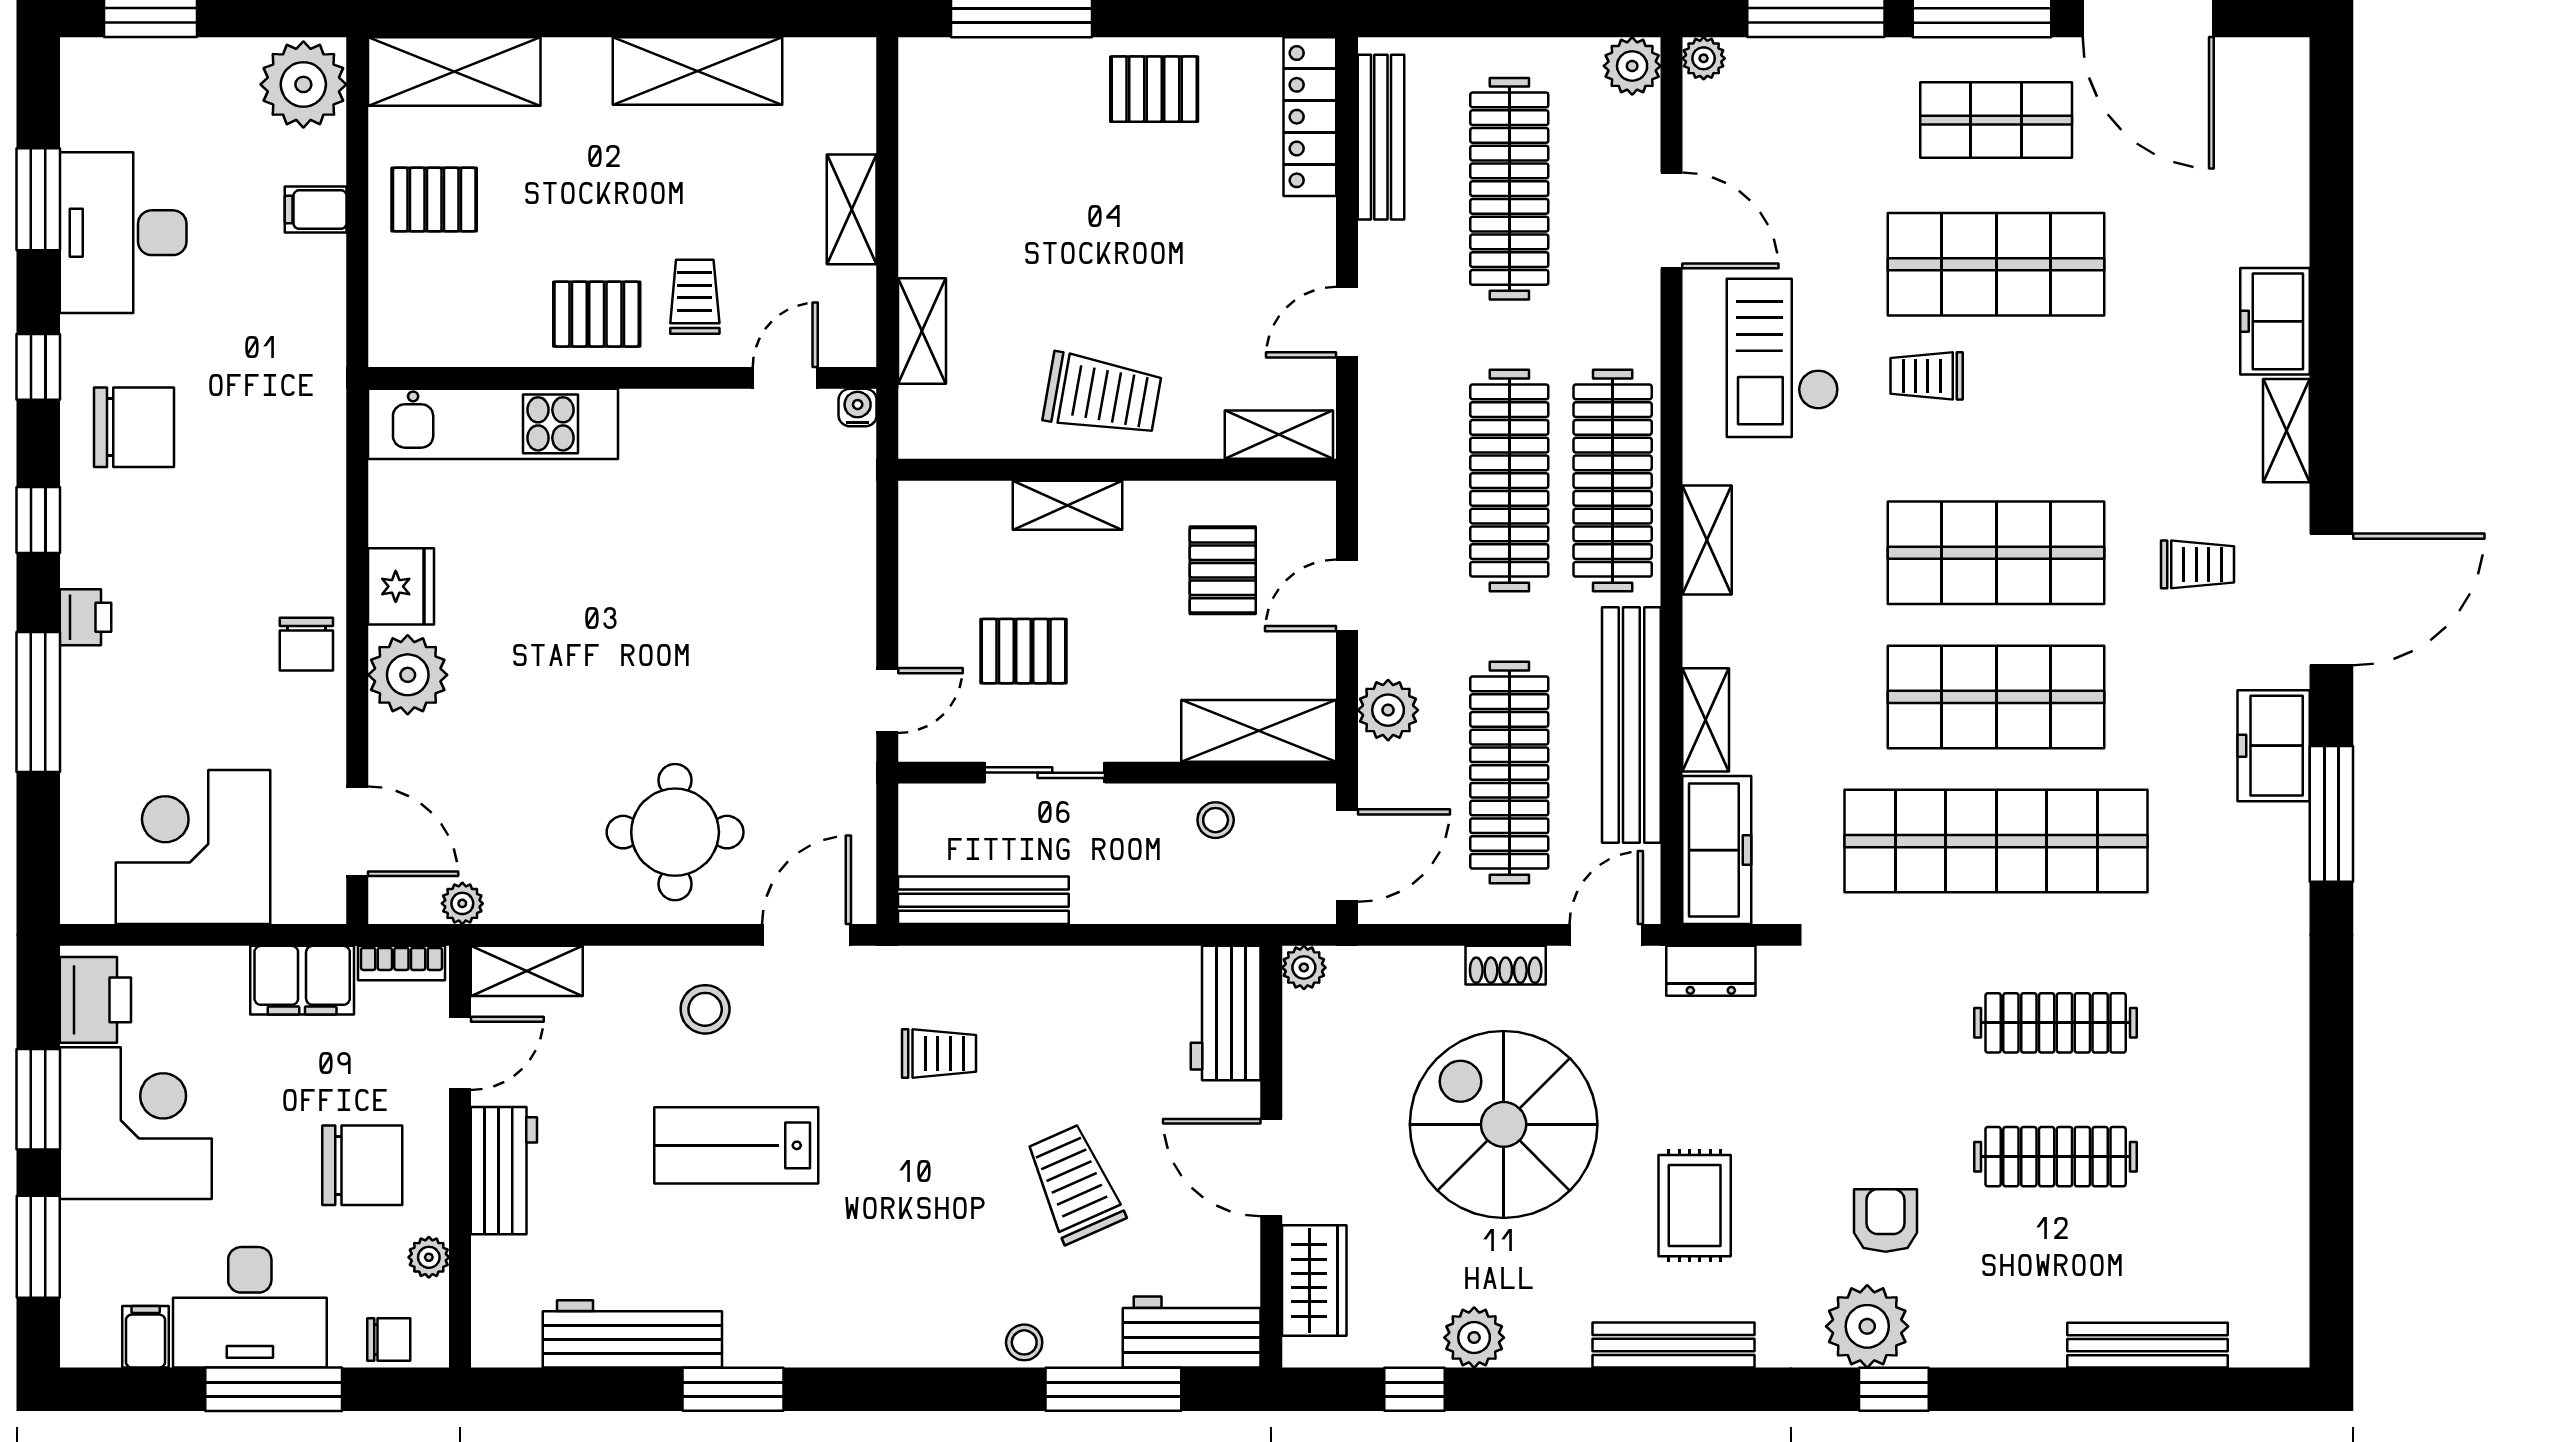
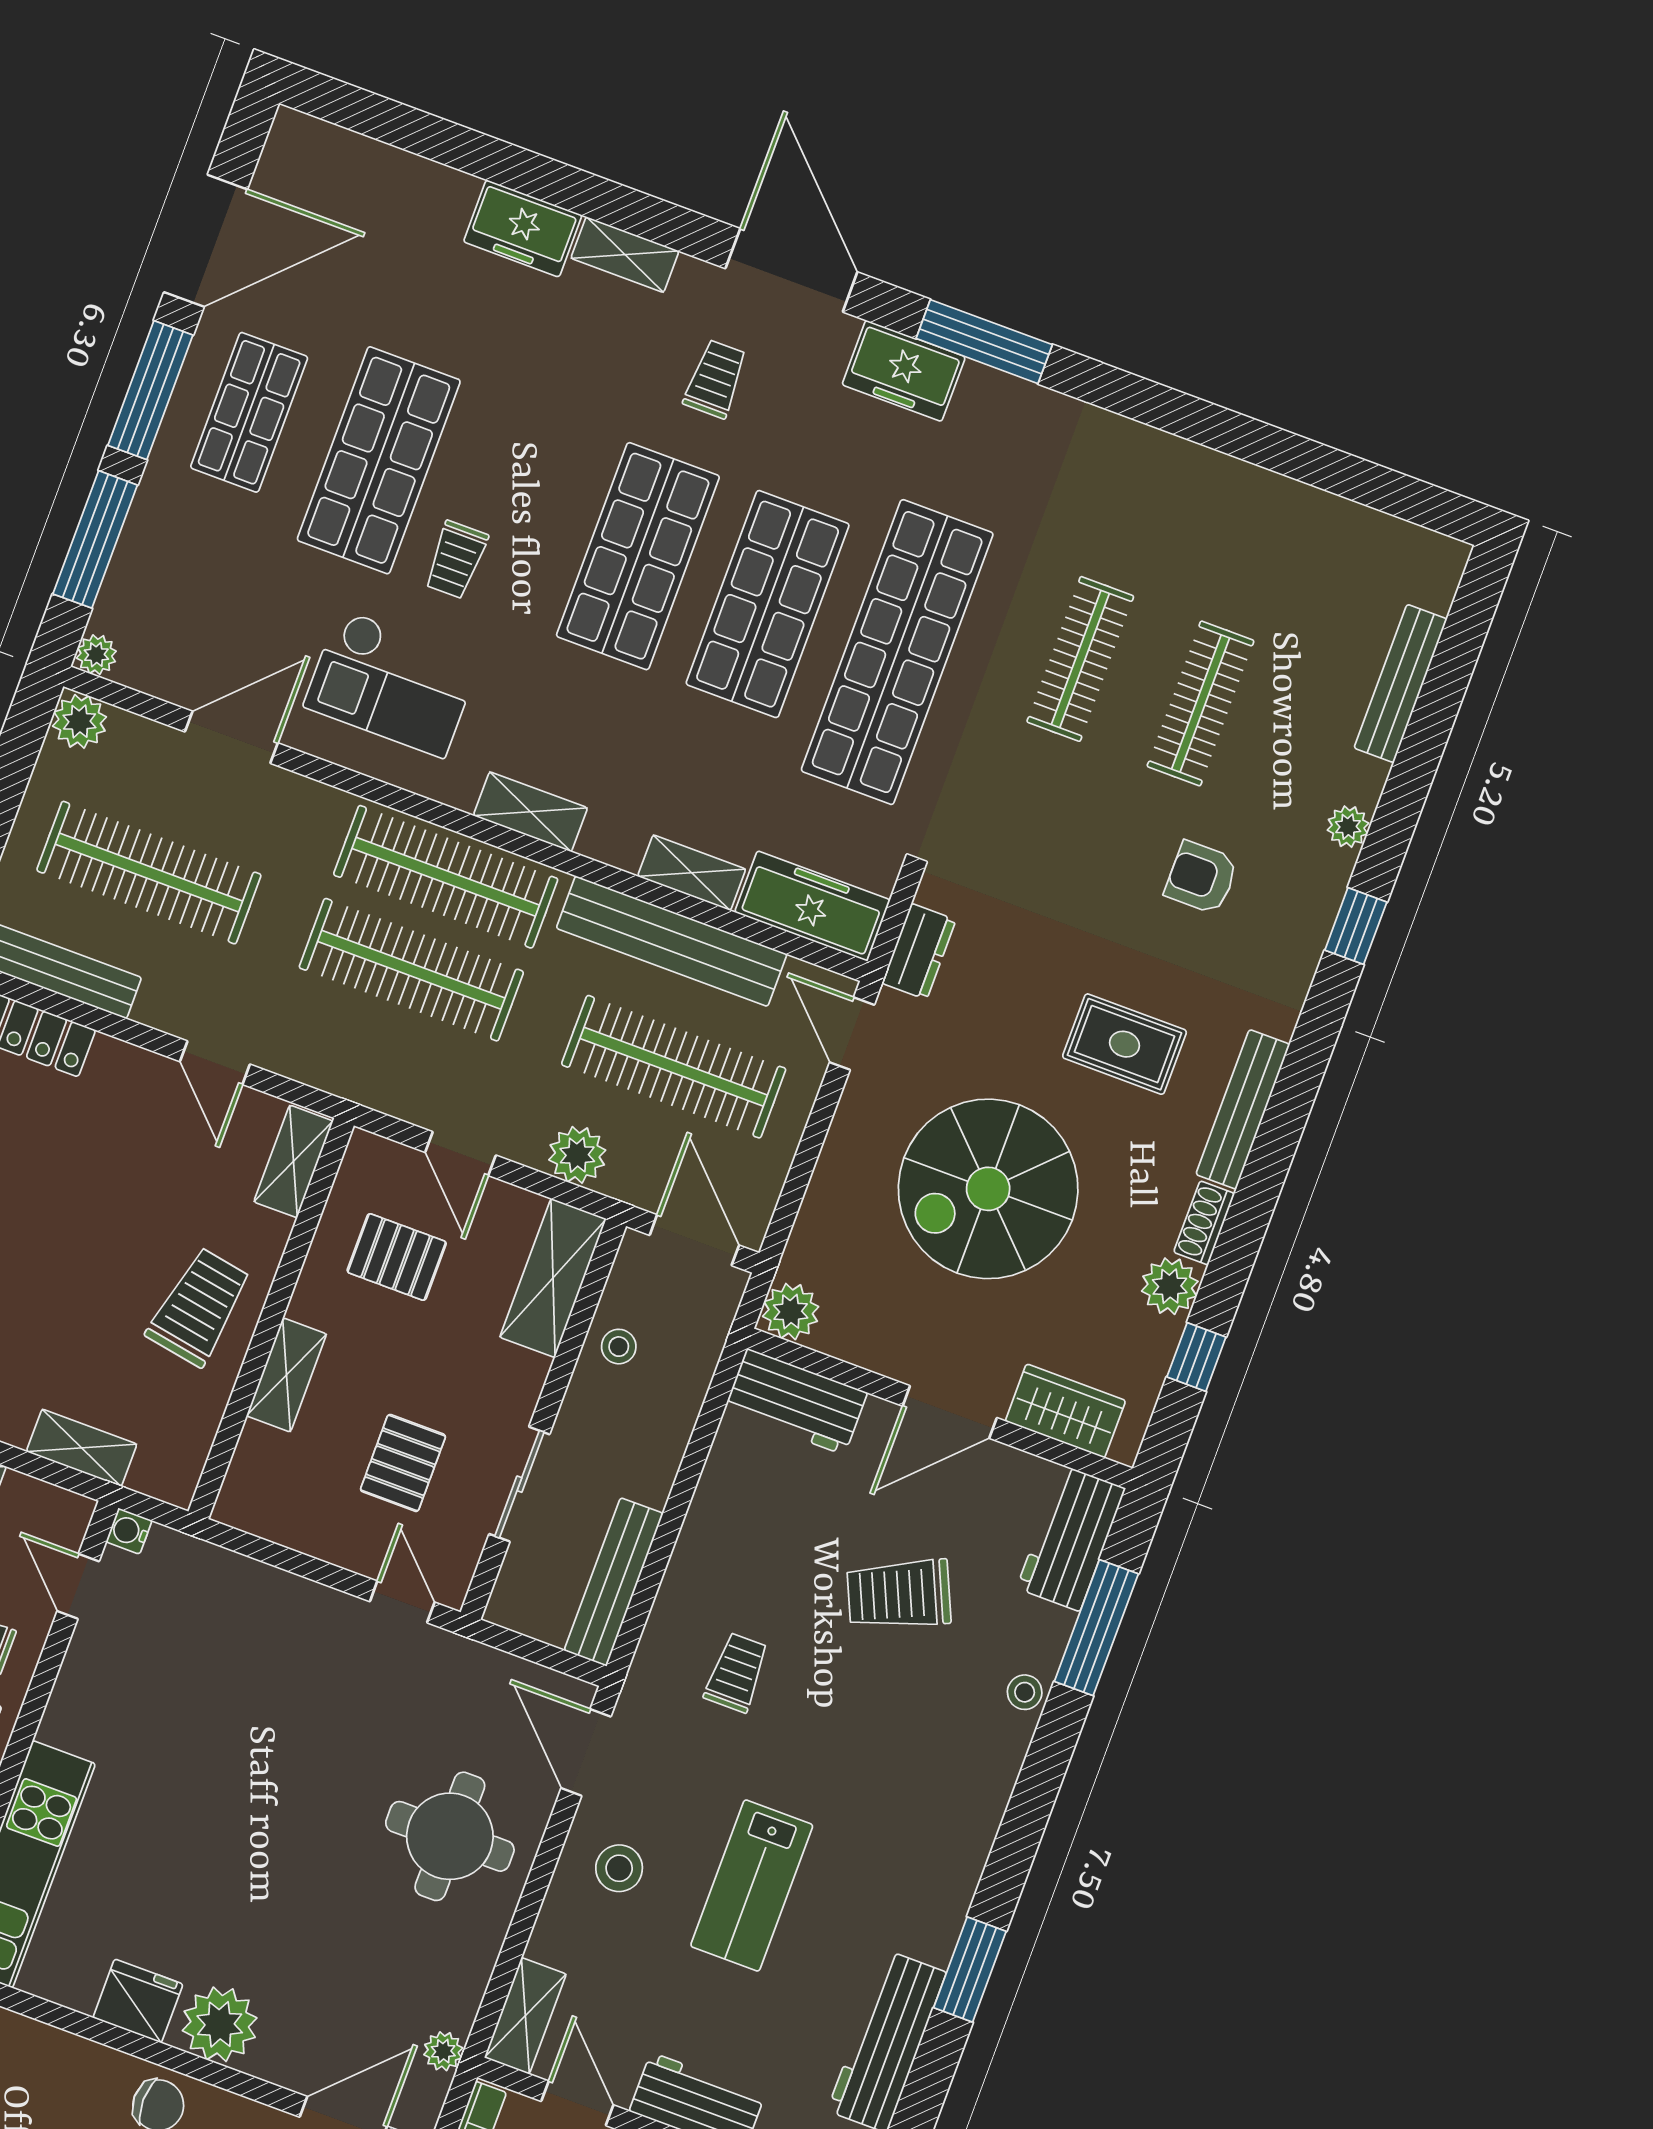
shoe rack: (1506, 965) -> (1204, 1223), moved, turned 180
plant: (1304, 967) -> (791, 1312), width x1.38, depth x1.38
plant: (1867, 1326) -> (1348, 827), moved, width x0.53, depth x0.53

